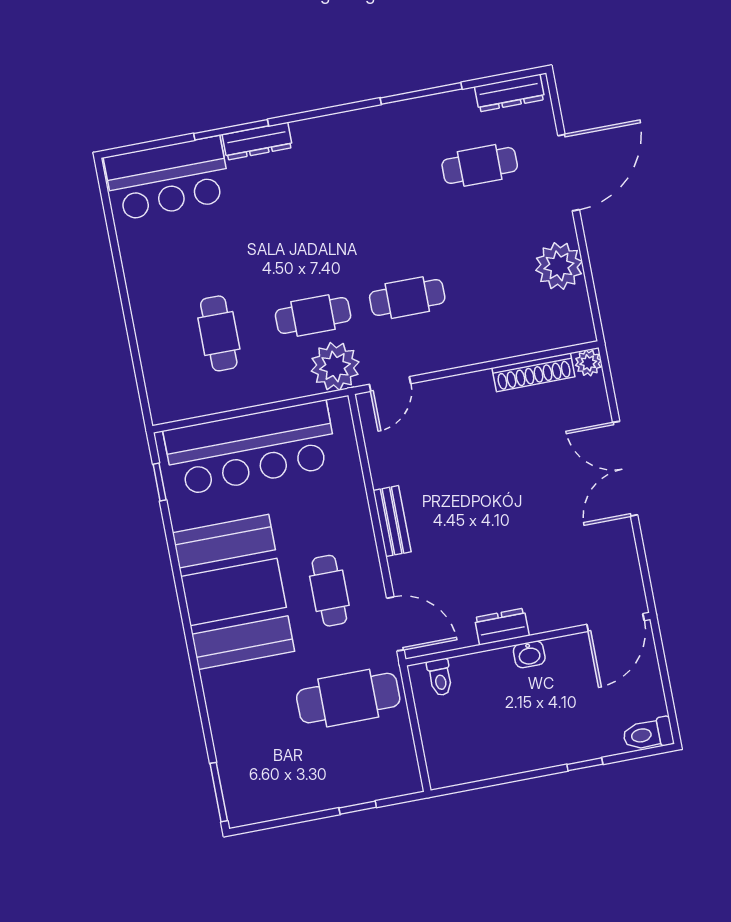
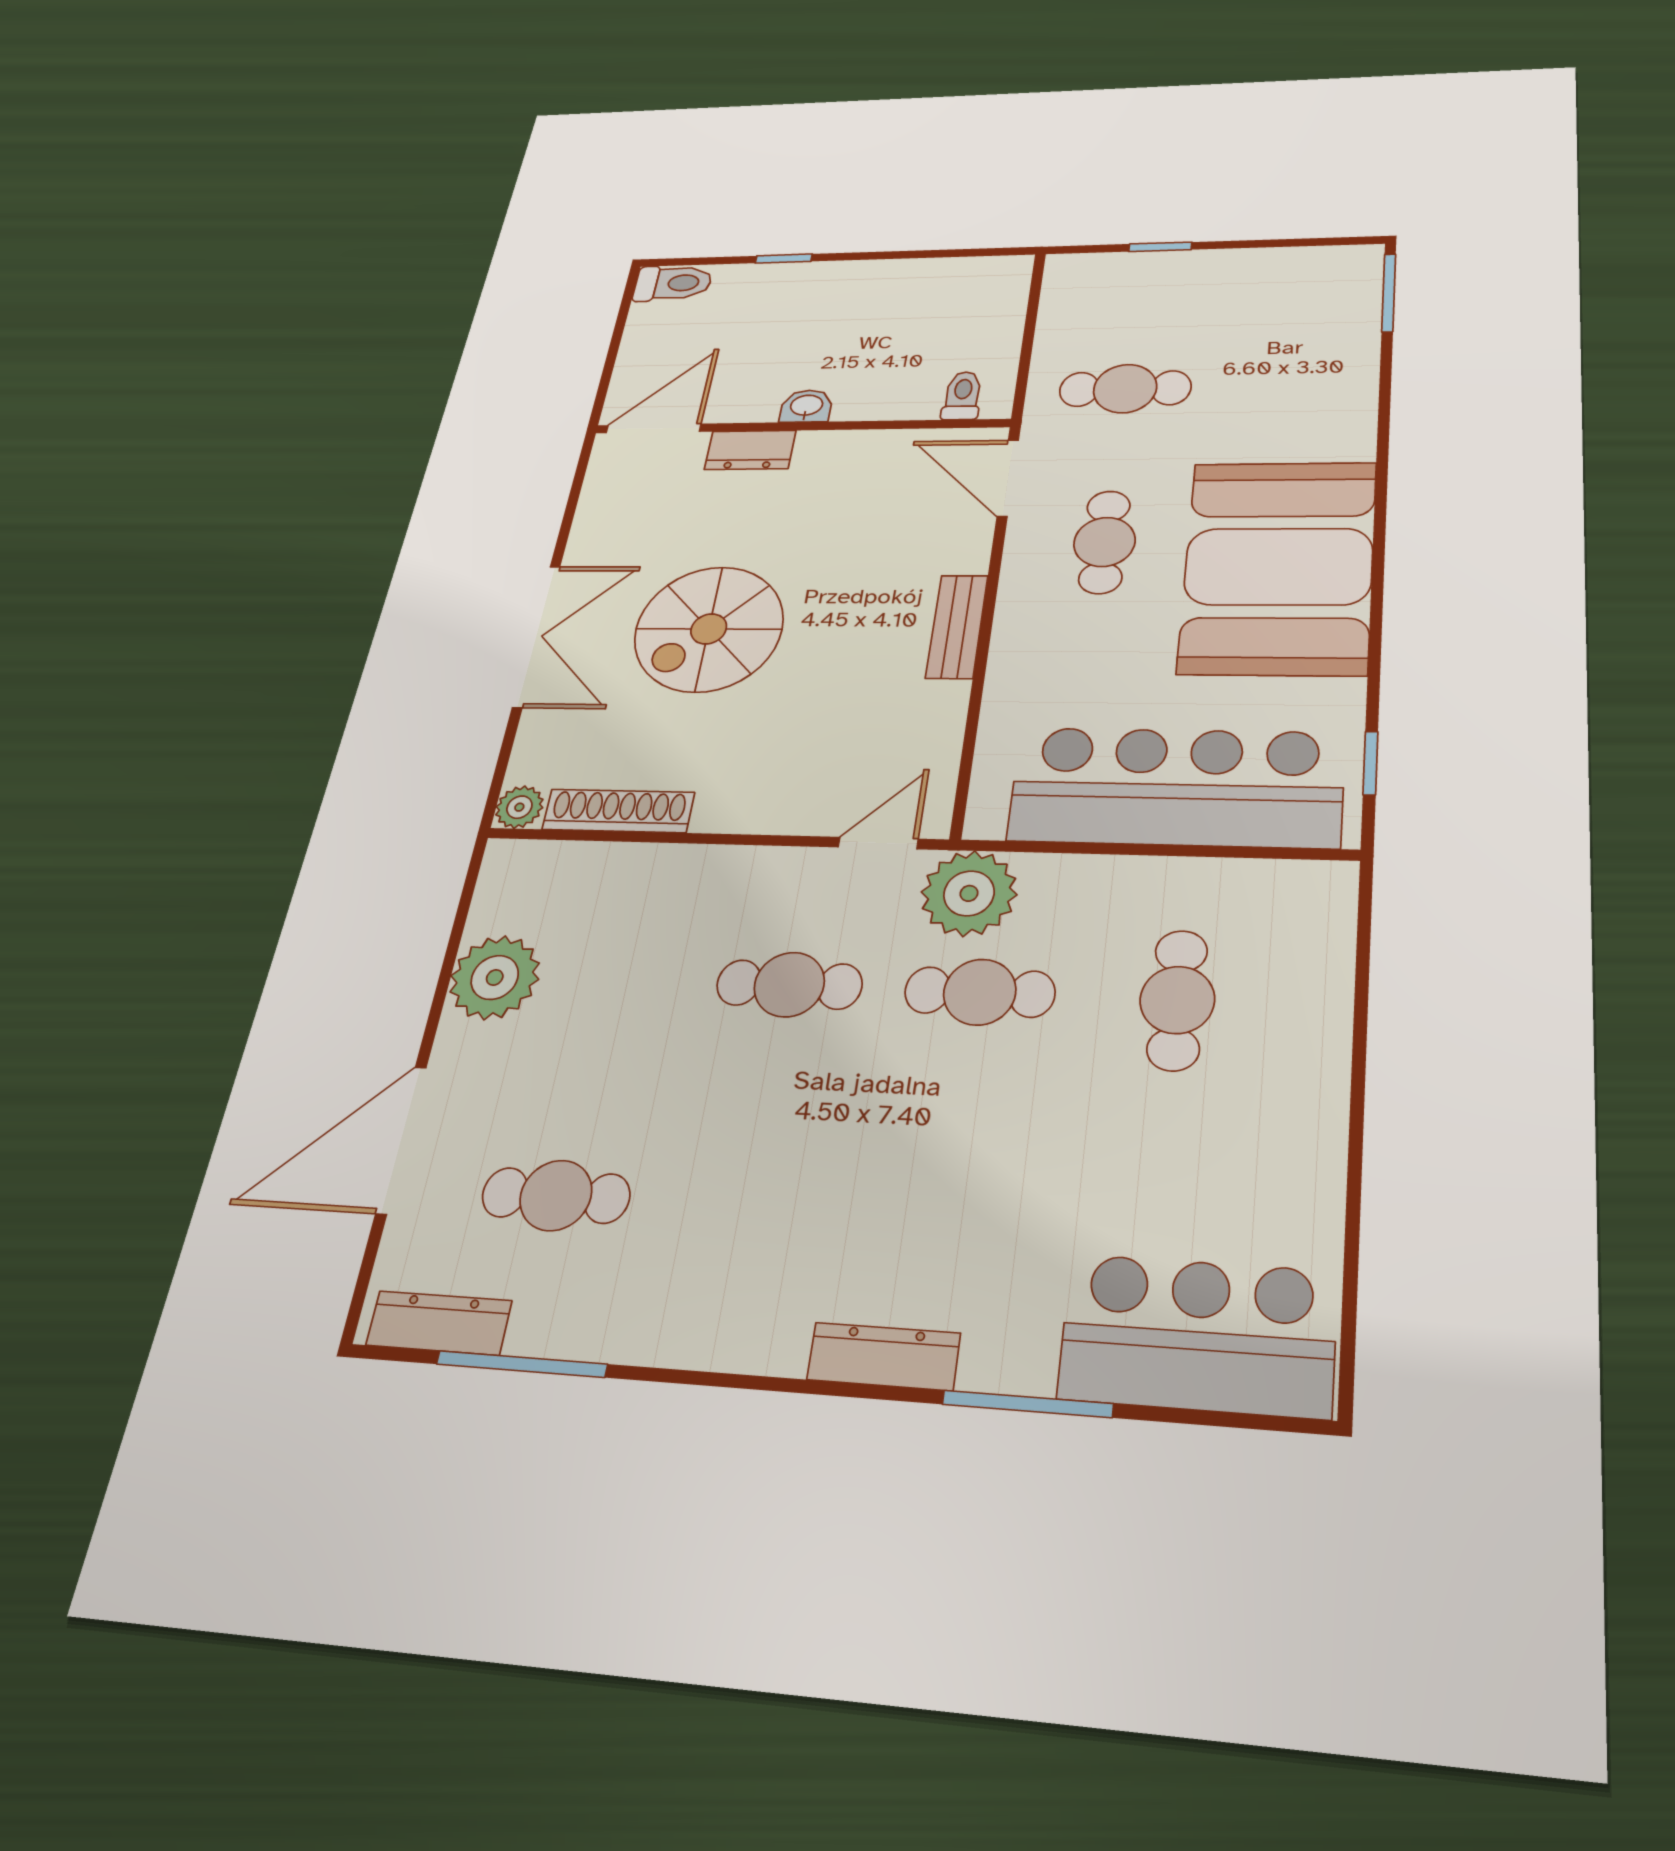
window: (421, 93) -> (522, 1364), moved
dresser: (257, 141) -> (884, 1356), moved
spiral stairs: (528, 493) -> (709, 629), added
dresser: (502, 627) -> (750, 450), moved
cafe table: (348, 698) -> (1125, 389), width x0.73, depth x0.74

